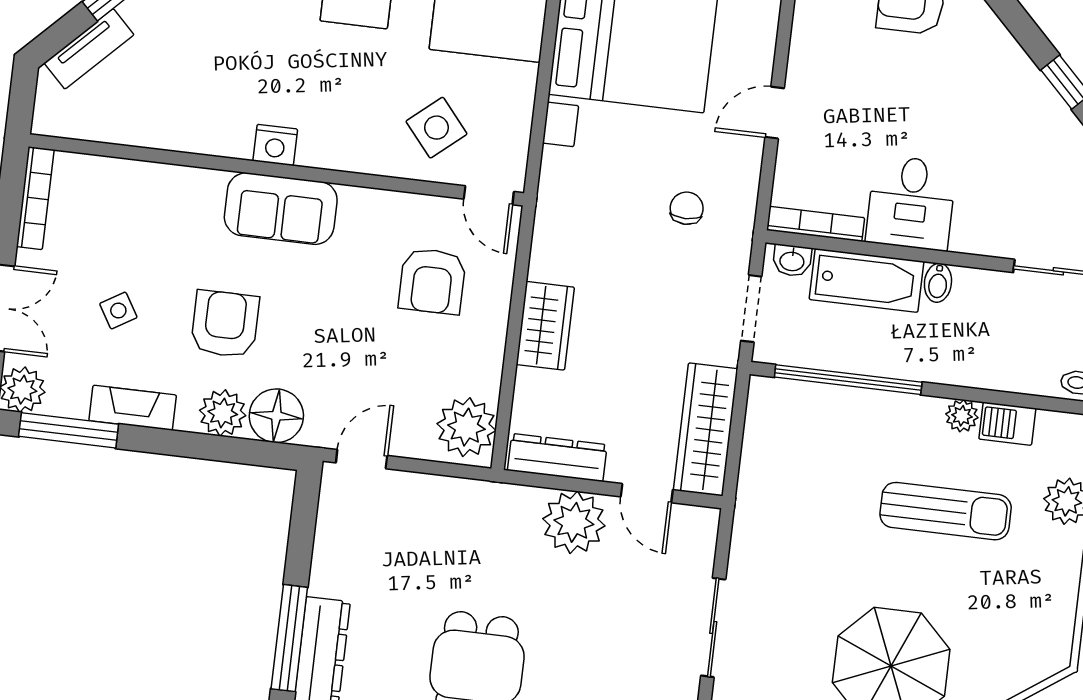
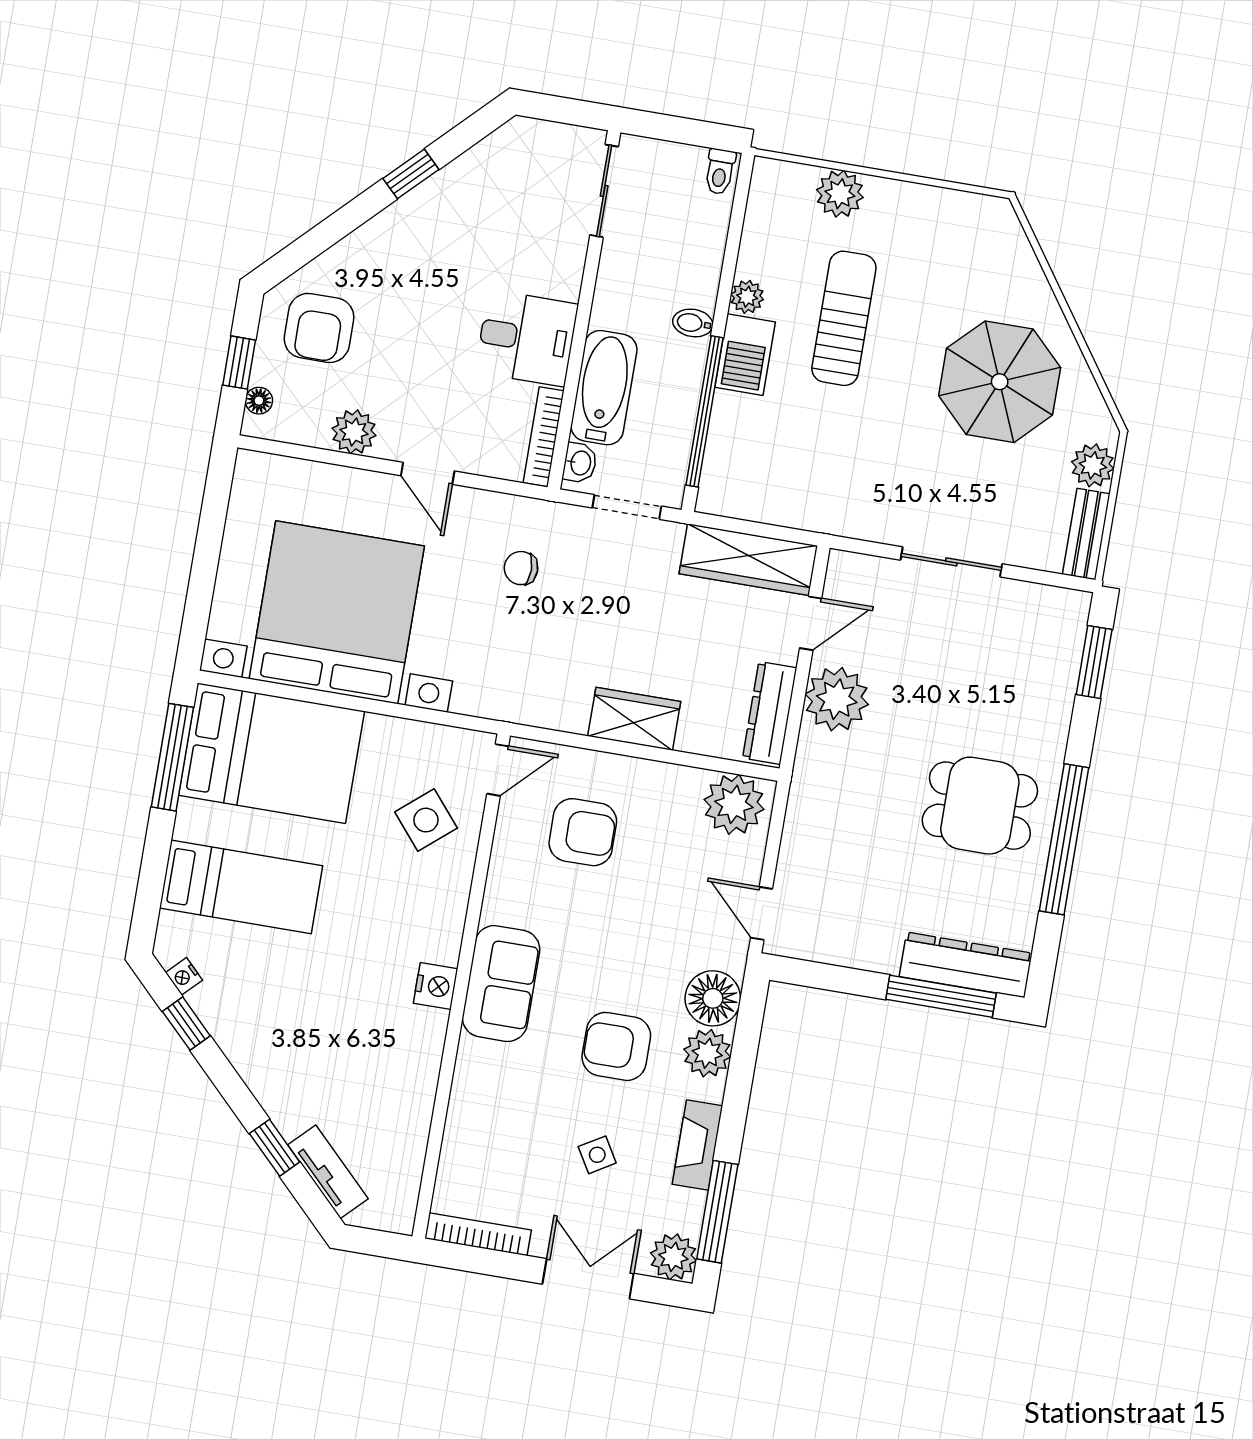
plant: (811, 39) -> (354, 432), added
bidet: (938, 283) -> (693, 323), moved, turned 180
barbecue: (1007, 424) -> (745, 355), moved, width x1.38, depth x1.27

